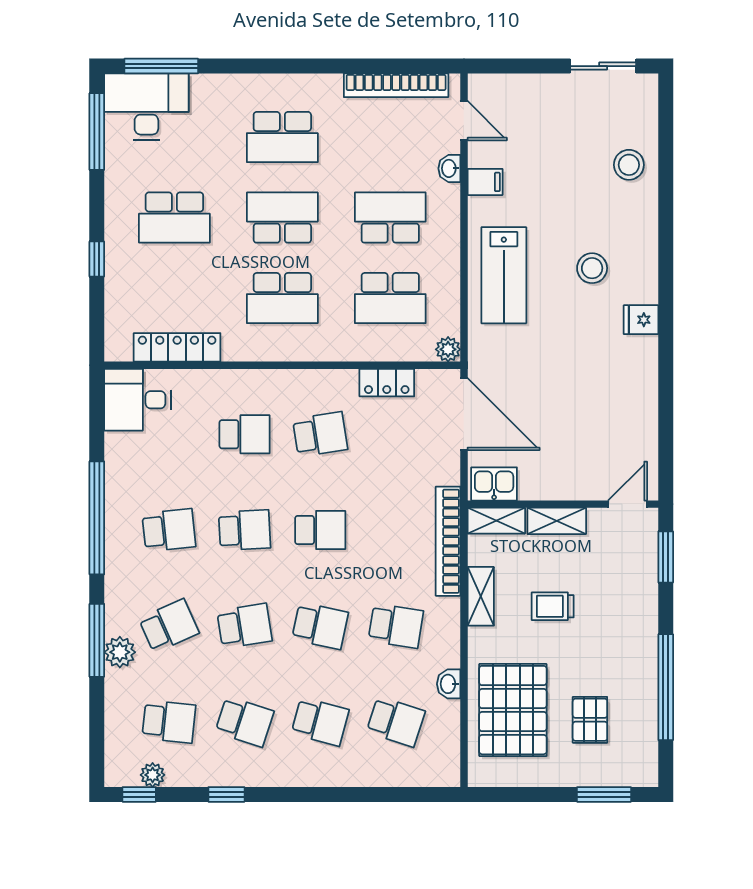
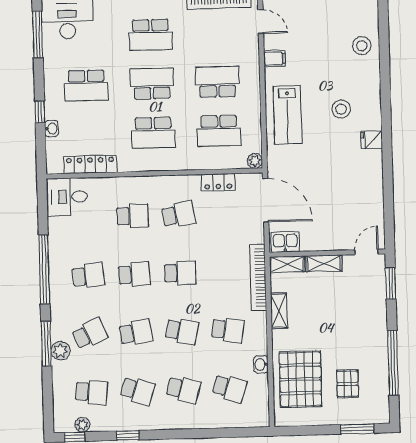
washbasin: (449, 168) -> (51, 129), moved, turned 180
trolley: (553, 606) -> (323, 315), removed

